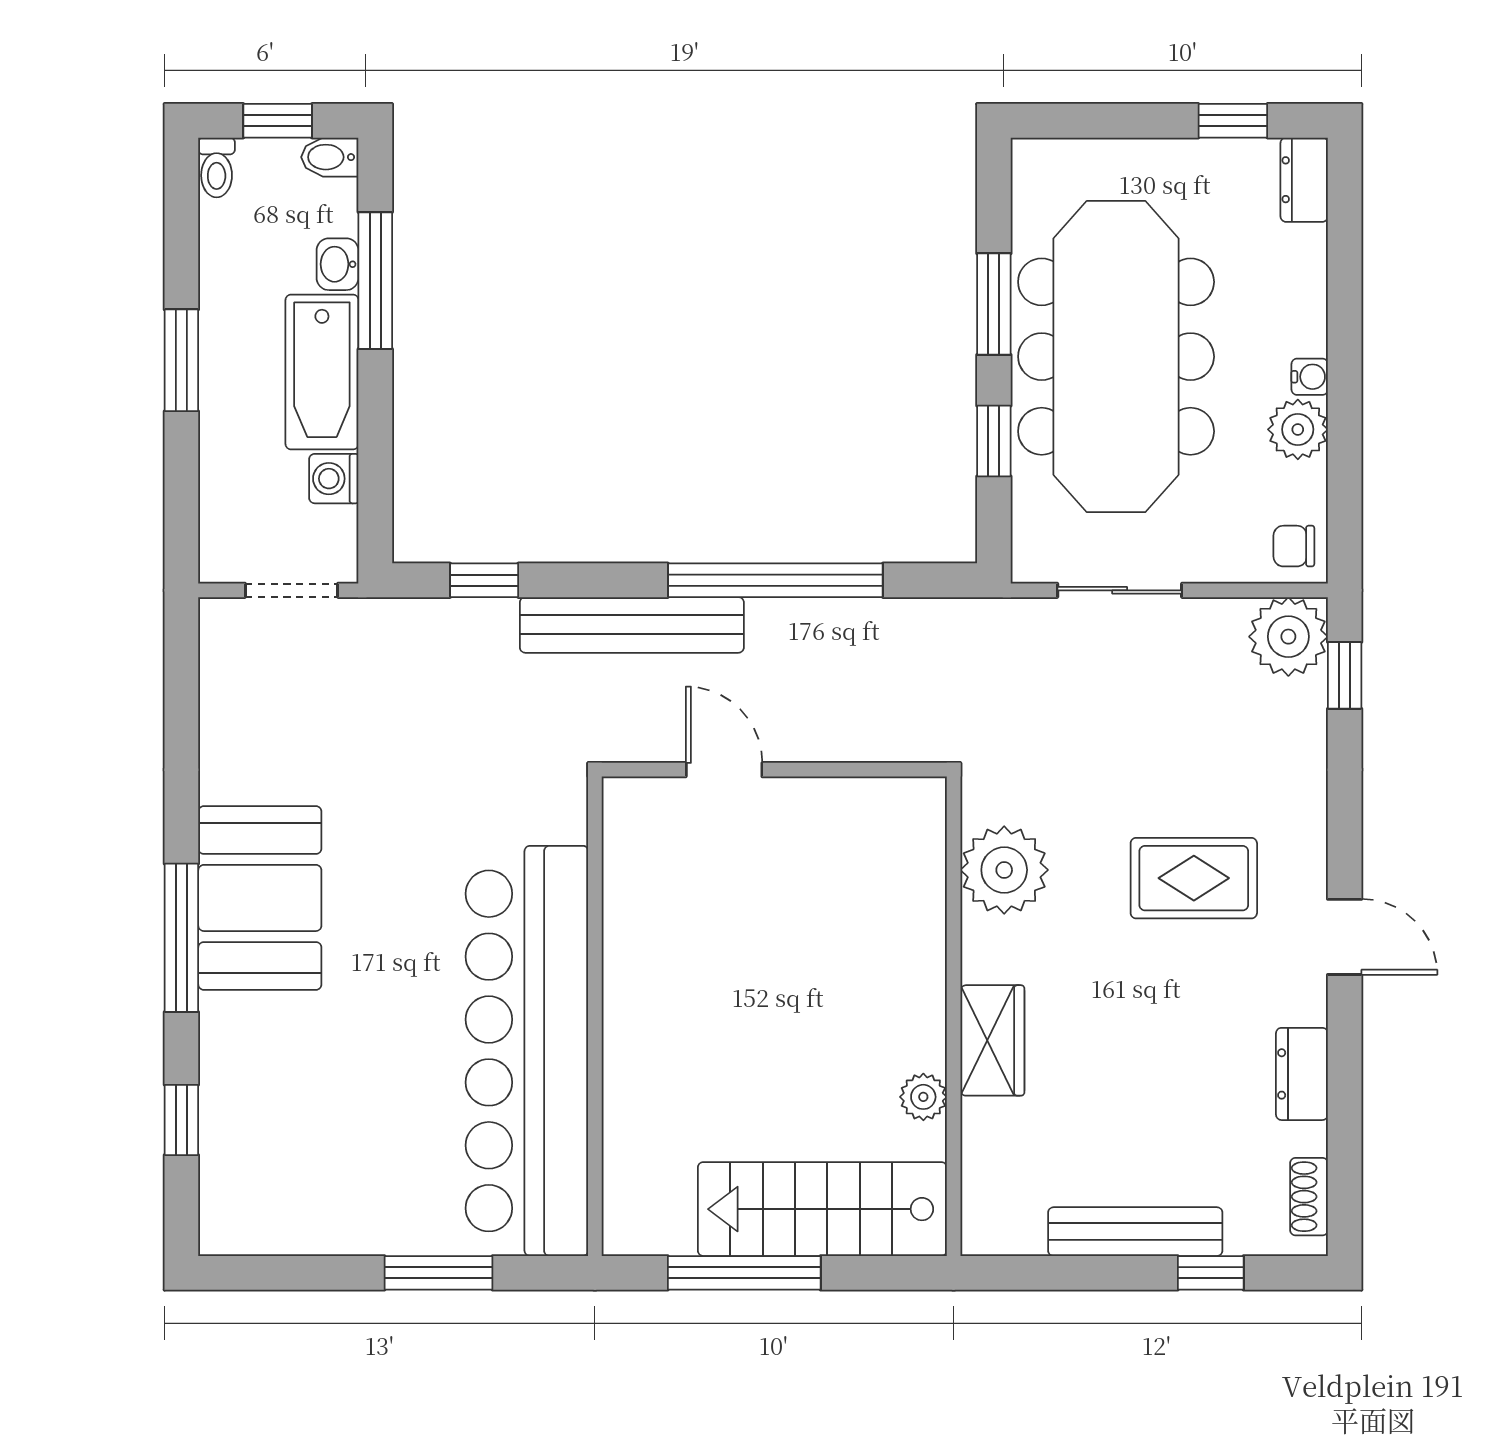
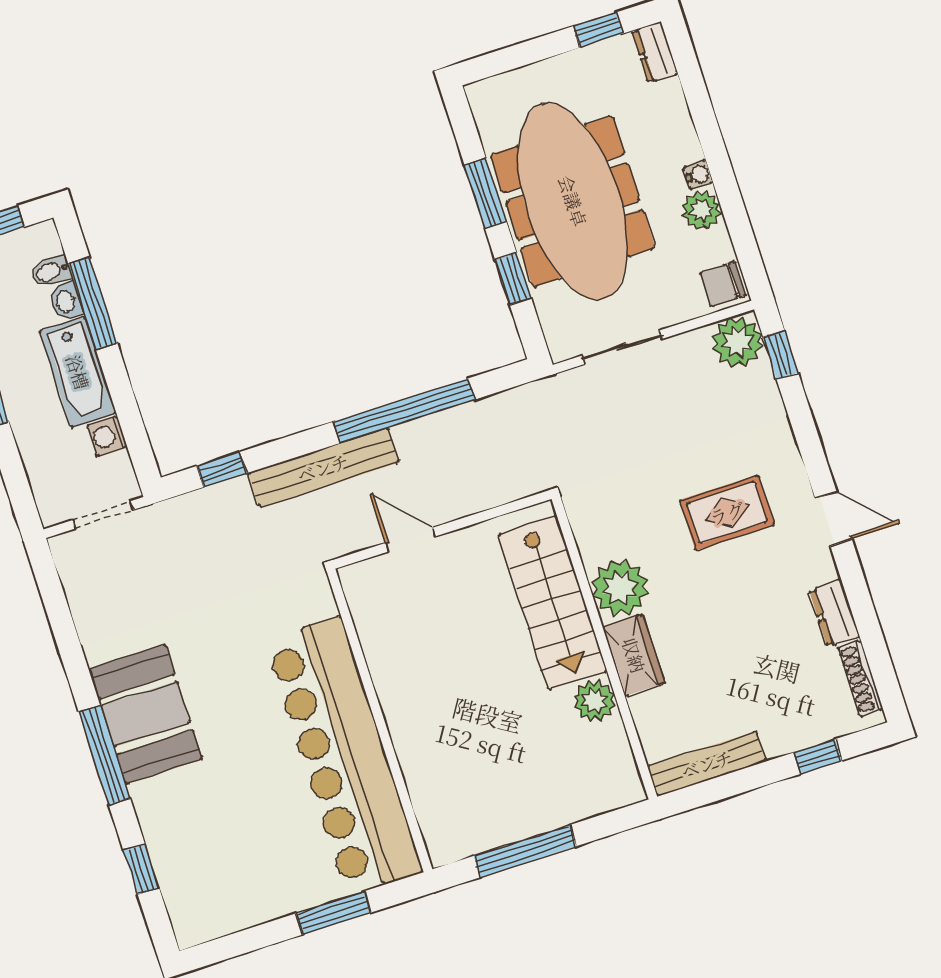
bidet: (330, 157) -> (51, 271), moved
chair: (1294, 546) -> (723, 284), width x1.37, depth x1.37
plant: (1004, 870) -> (620, 588), moved
plant: (923, 1097) -> (594, 701), width x1.38, depth x1.38
shoe rack: (1309, 1197) -> (860, 678), width x1.43
stairs: (822, 1209) -> (553, 603), moved, turned -90
bench: (1135, 1232) -> (707, 764), moved

